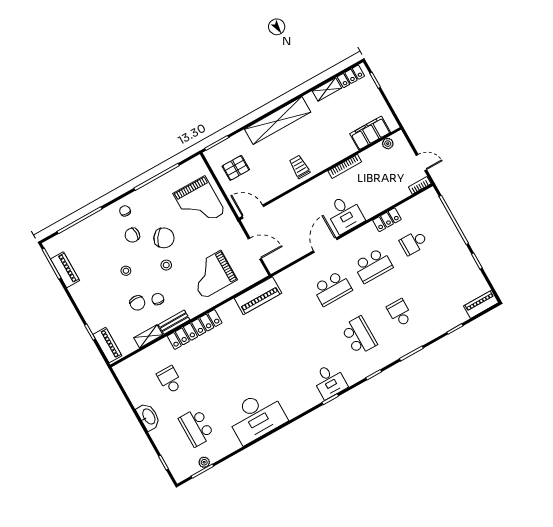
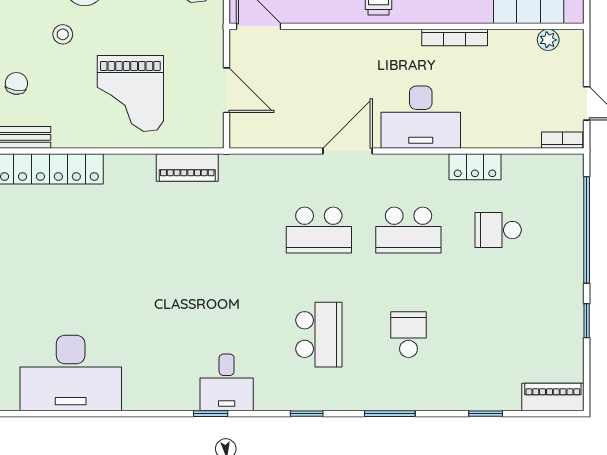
desk: (345, 214) -> (421, 117), width x1.37
grand piano: (212, 275) -> (130, 93), turned -90
piano: (258, 296) -> (187, 168), width x0.73, depth x0.75

